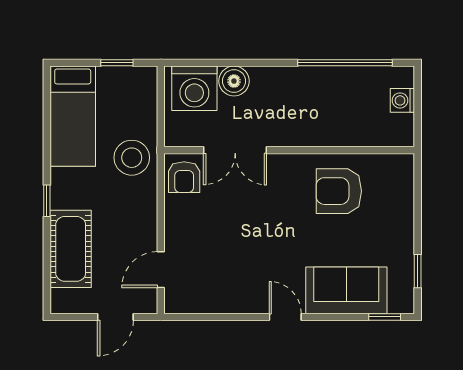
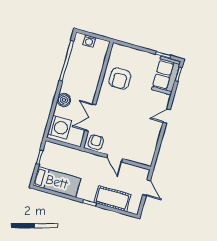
boiler: (234, 81) -> (64, 100), moved
double door: (235, 150) -> (90, 118), swing flipped
stool: (132, 158) -> (81, 162), removed
armchair: (184, 177) -> (96, 142), turned -90
door: (161, 270) -> (115, 158), moved
sofa: (346, 290) -> (166, 76), moved

